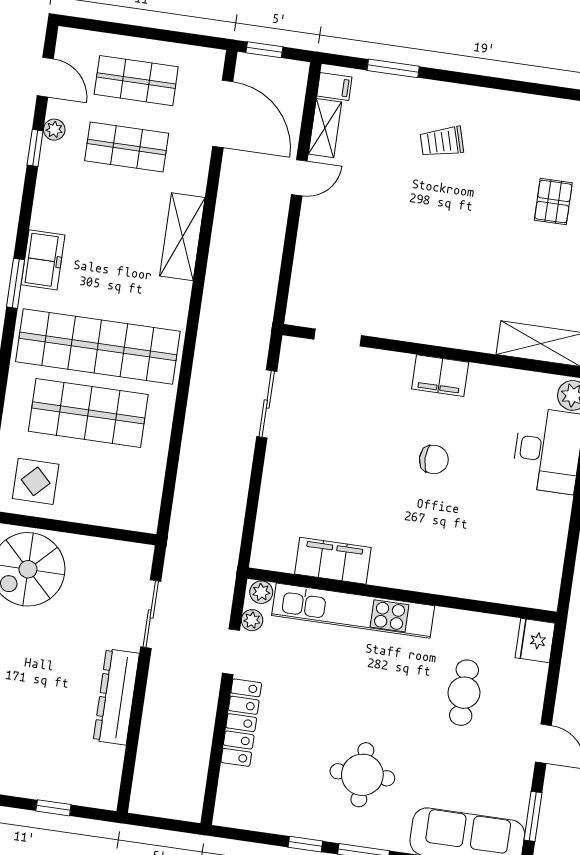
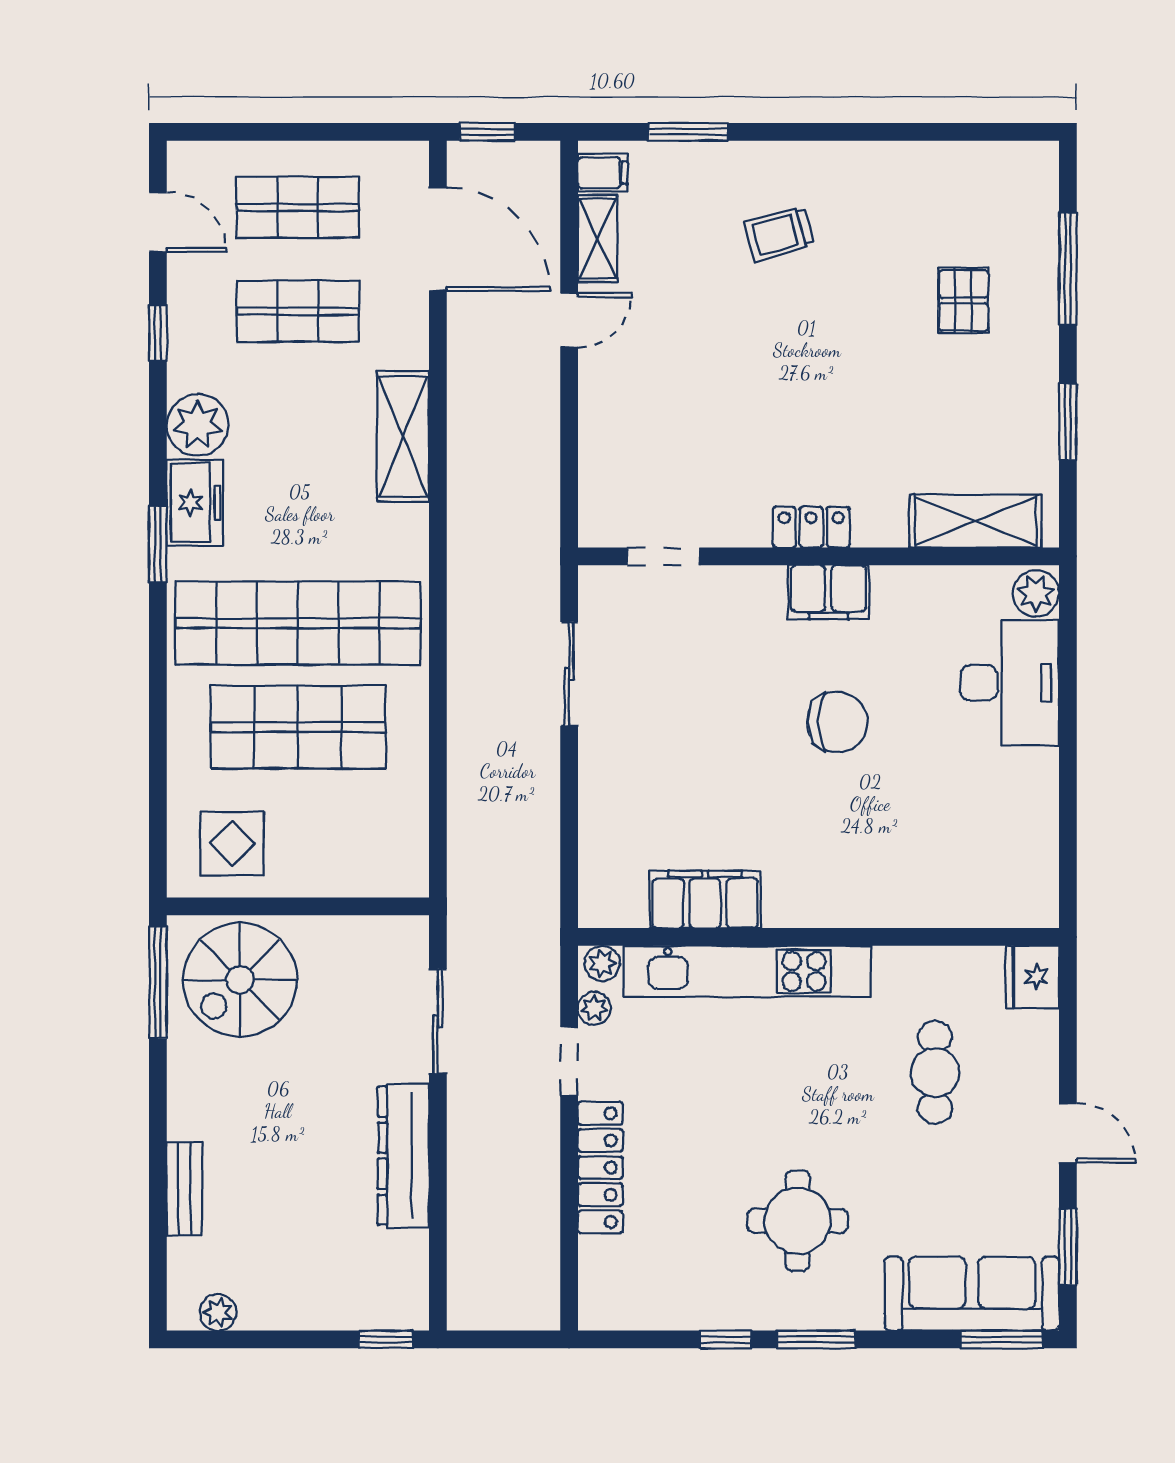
plant: (54, 130) -> (198, 425), moved, width x1.88, depth x1.88
locker: (435, 332) -> (811, 527), added
chair: (434, 460) -> (837, 722), width x1.37, depth x1.37
window: (53, 808) -> (386, 1339), moved

